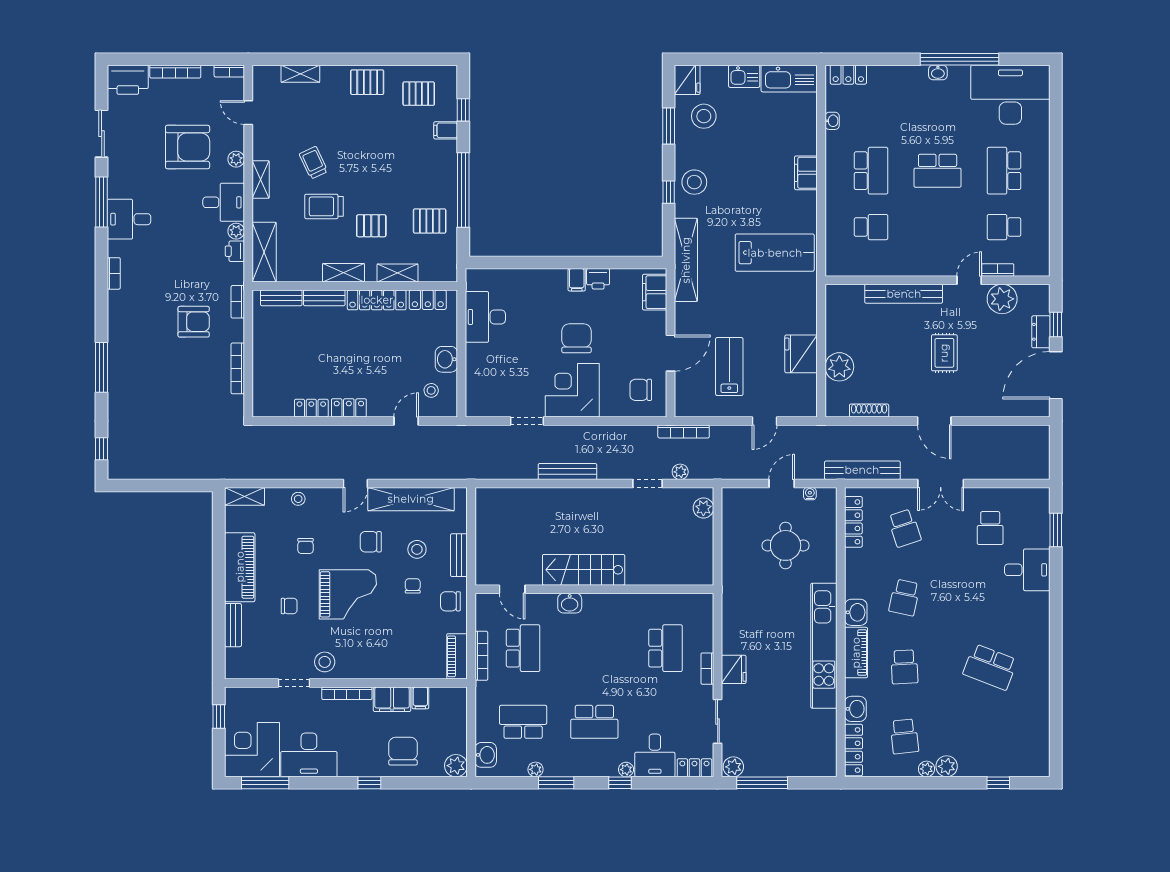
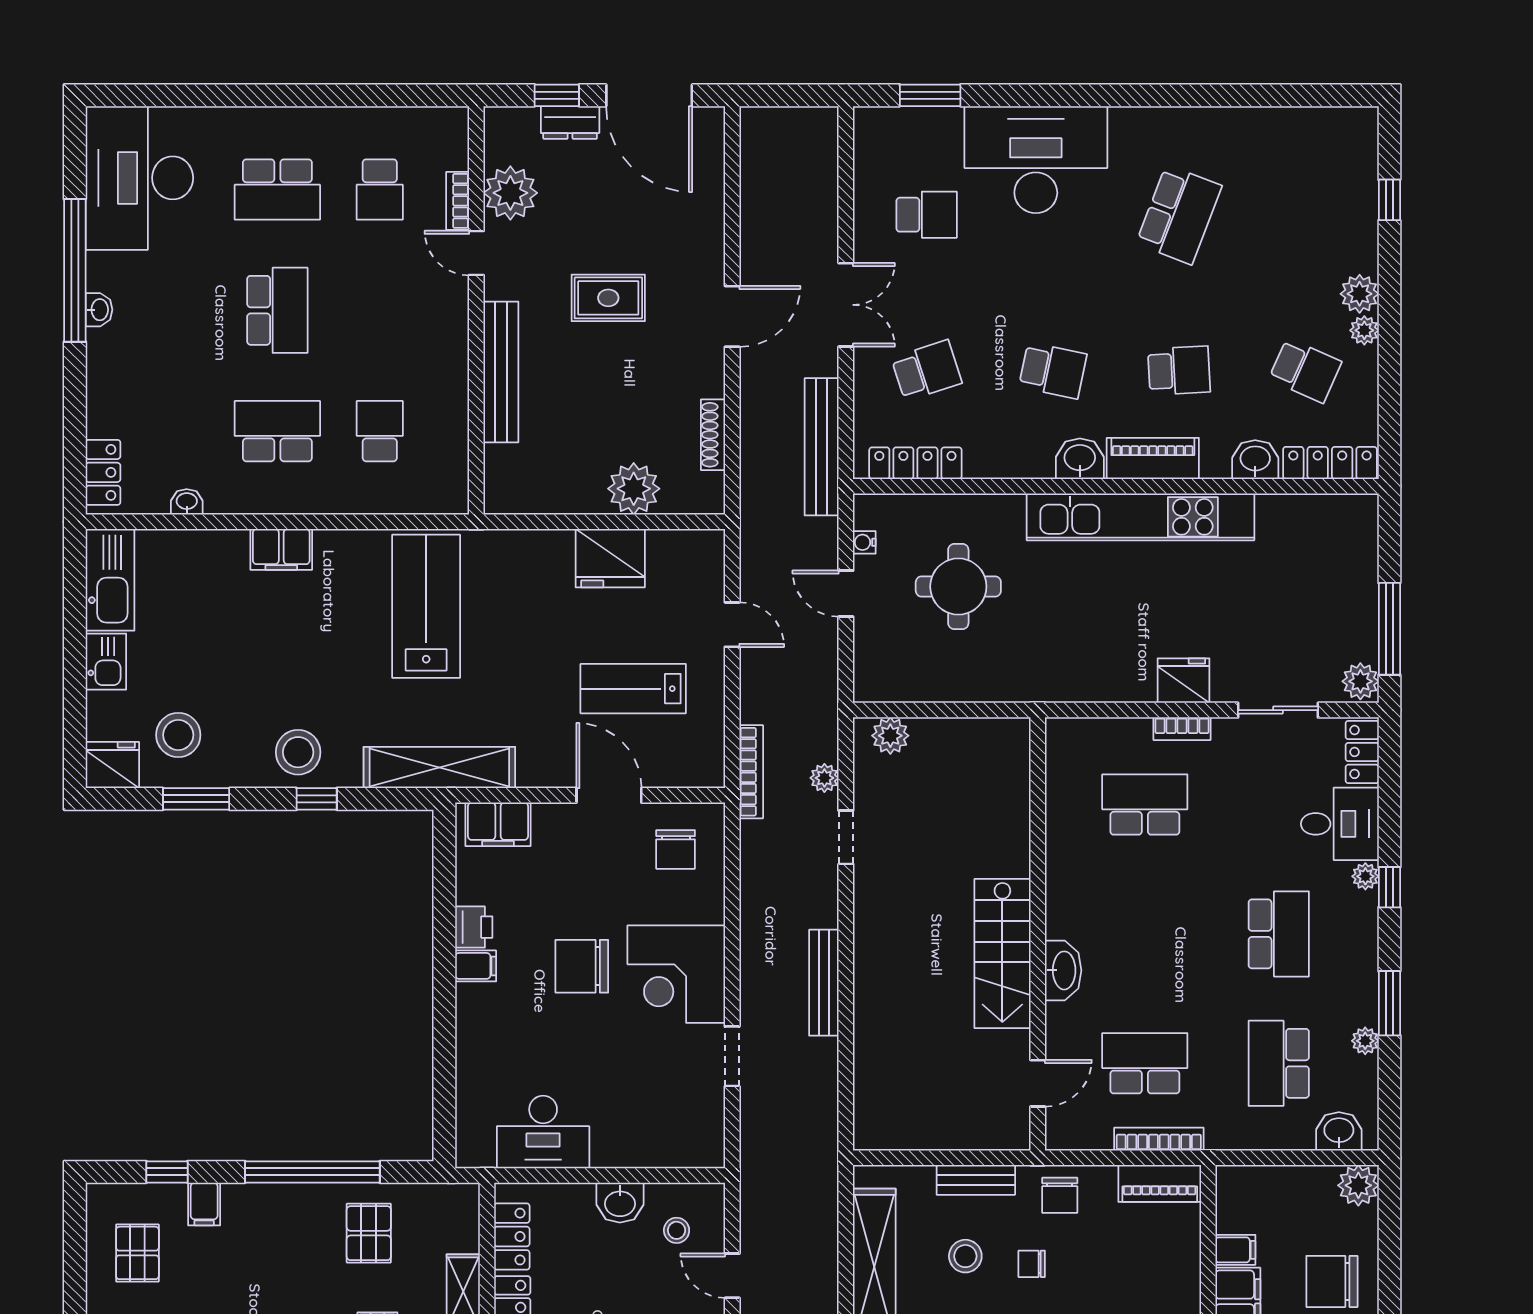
desk: (1027, 570) -> (1036, 160), width x1.87, depth x1.30
washbasin: (570, 603) -> (1063, 970), width x1.38
school desk: (904, 736) -> (1305, 370), turned 30

